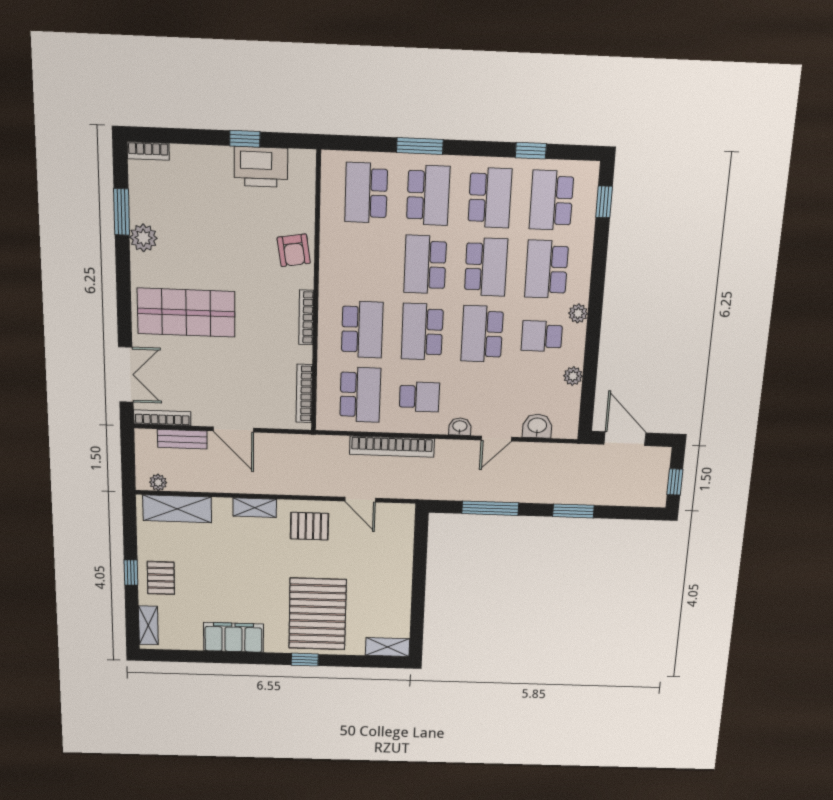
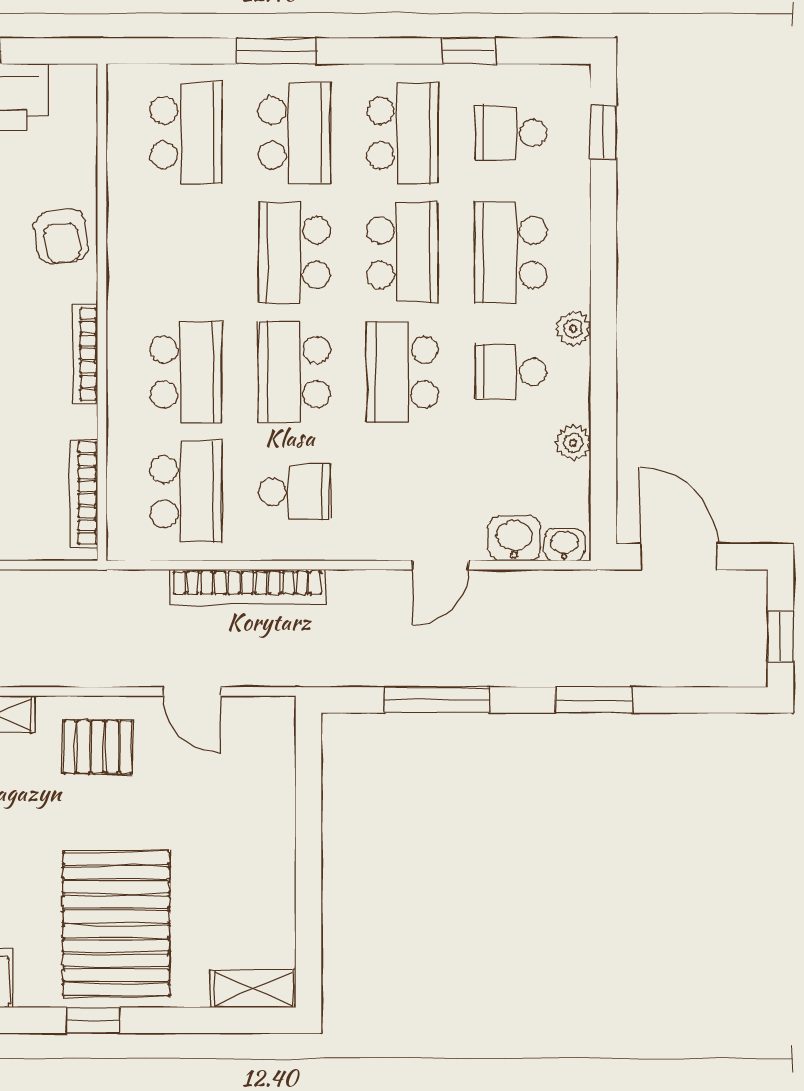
school desk: (366, 193) -> (186, 133), turned 180
school desk: (552, 200) -> (511, 133), width x0.54
washbasin: (460, 427) -> (564, 545), moved

